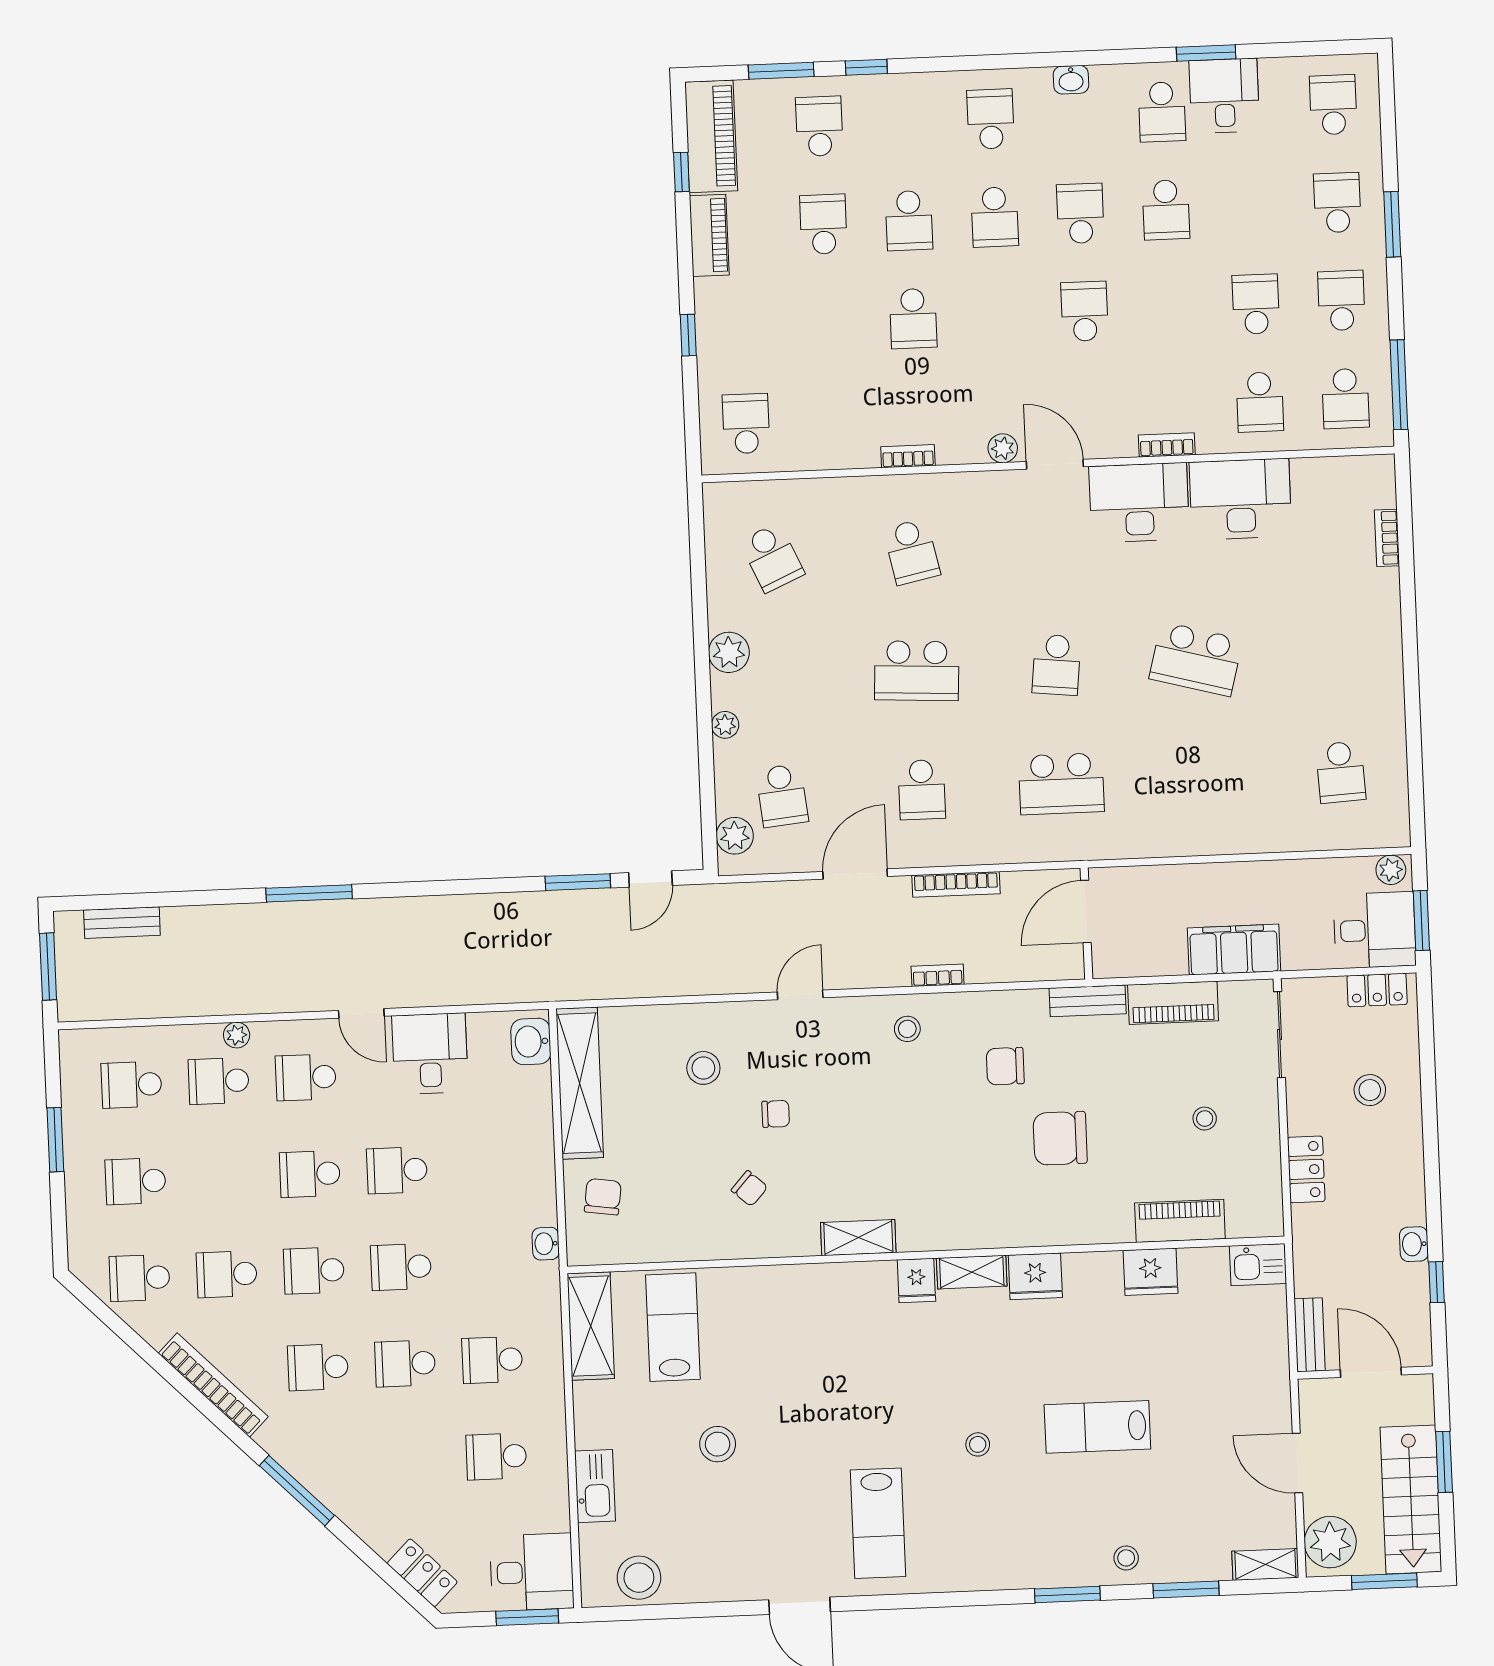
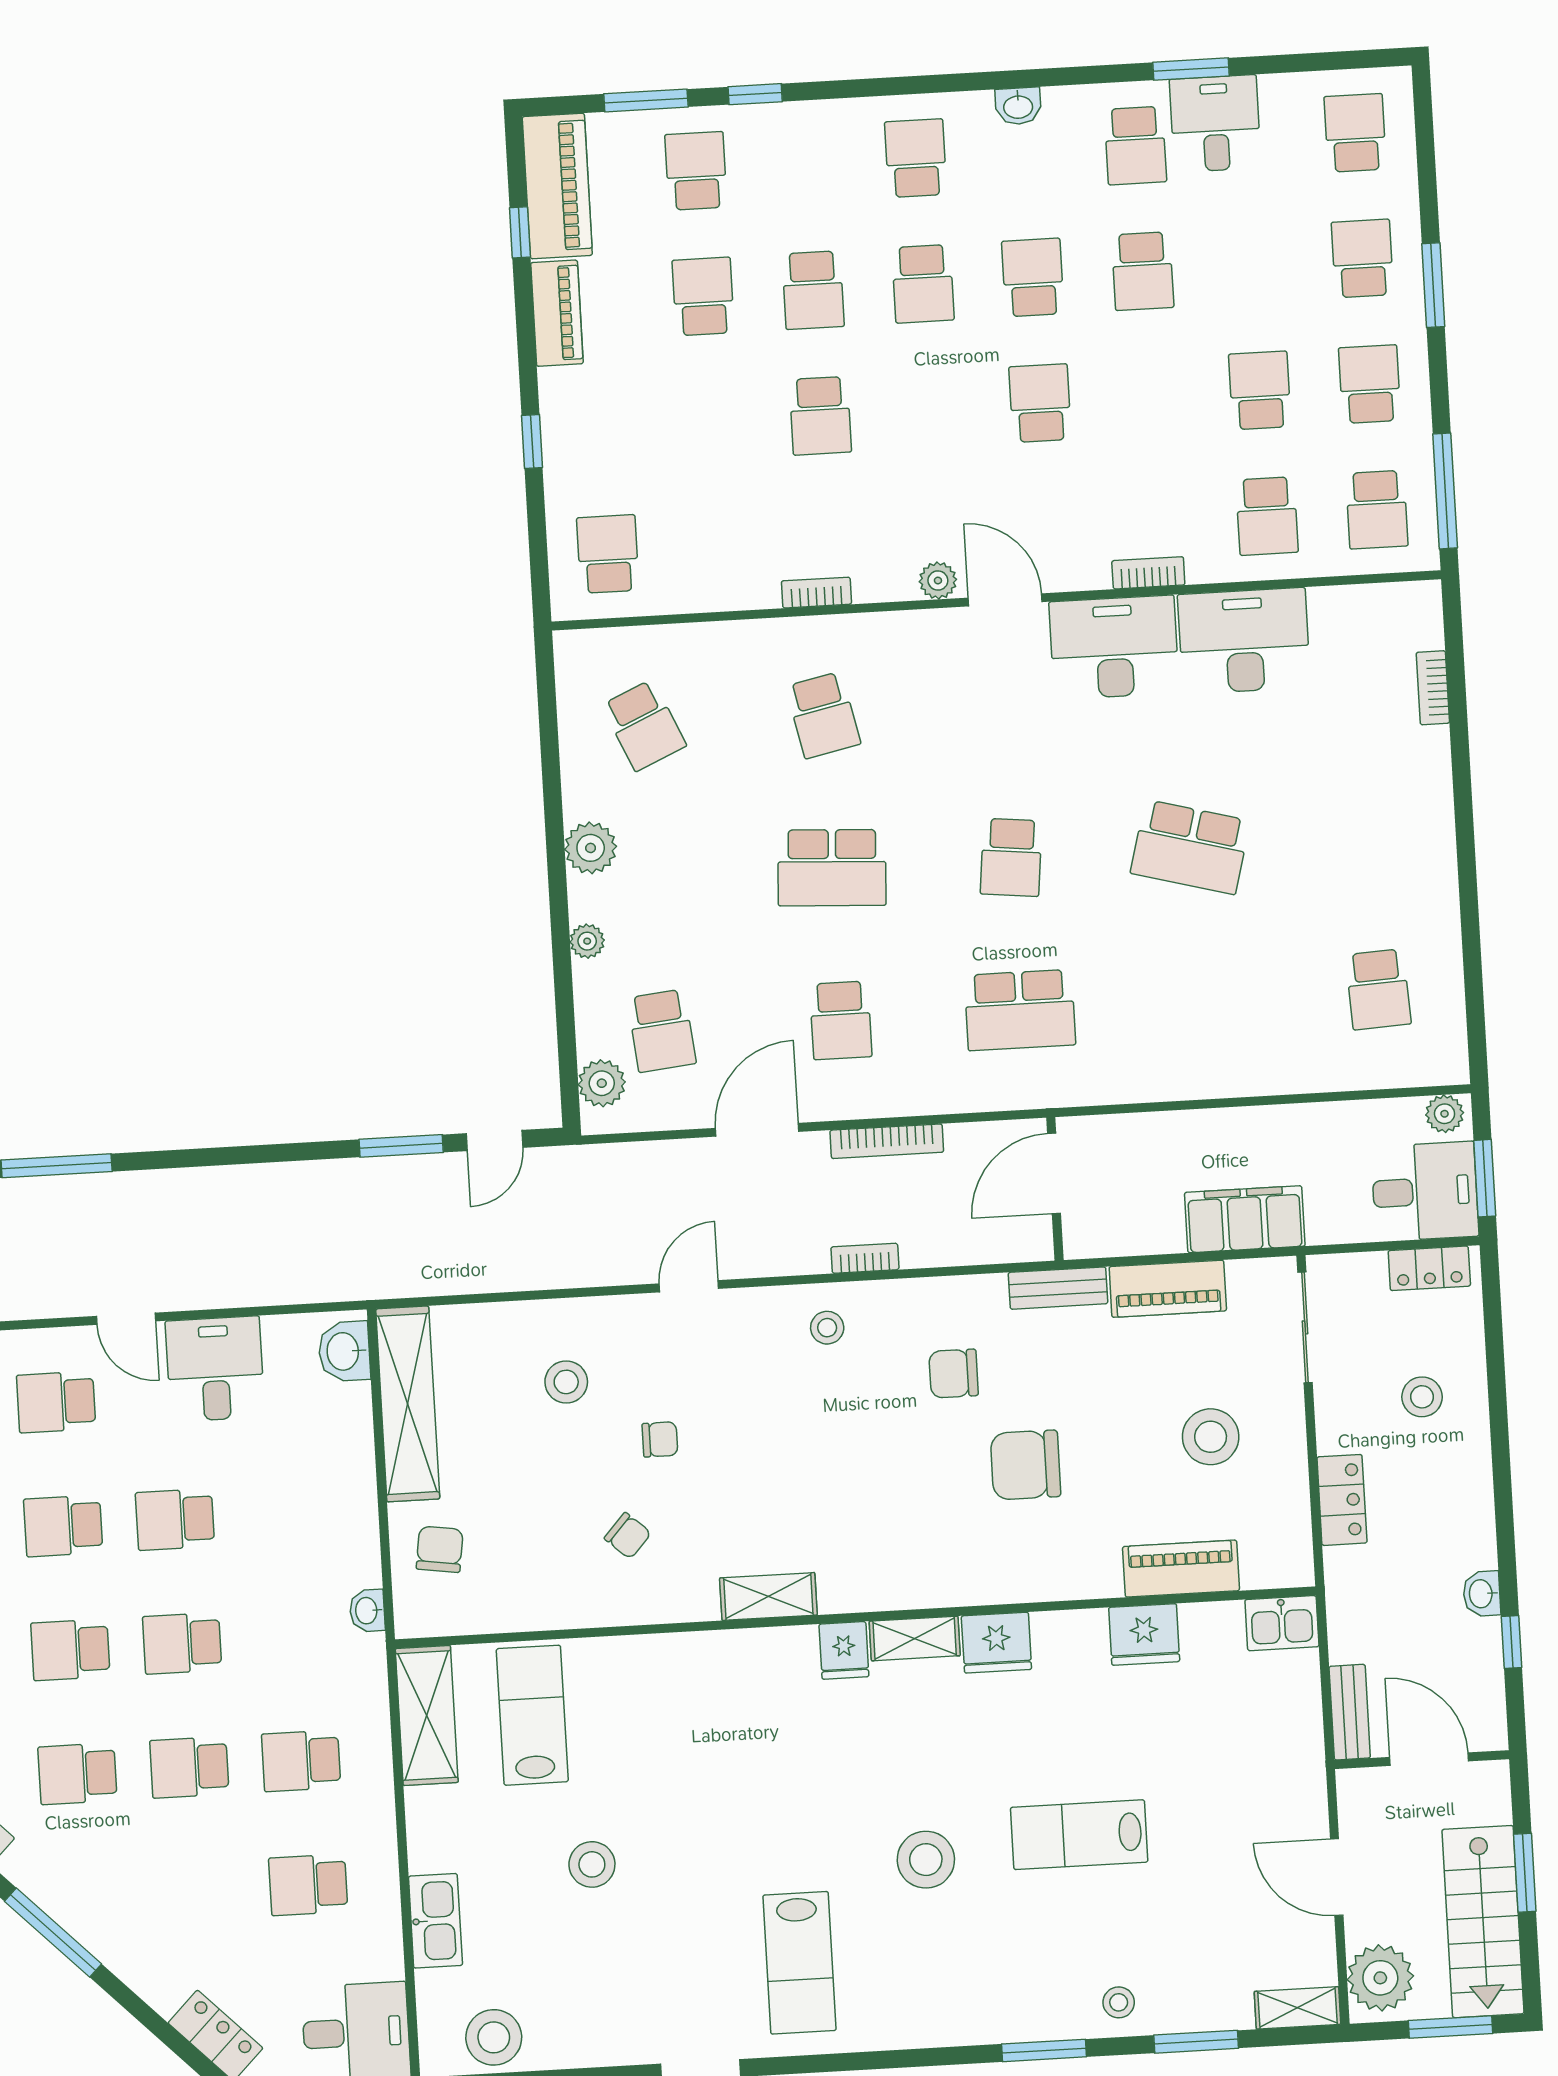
stool: (1205, 1119) -> (1211, 1437), width x1.89, depth x1.89
stool: (978, 1444) -> (926, 1860), width x1.89, depth x1.89

